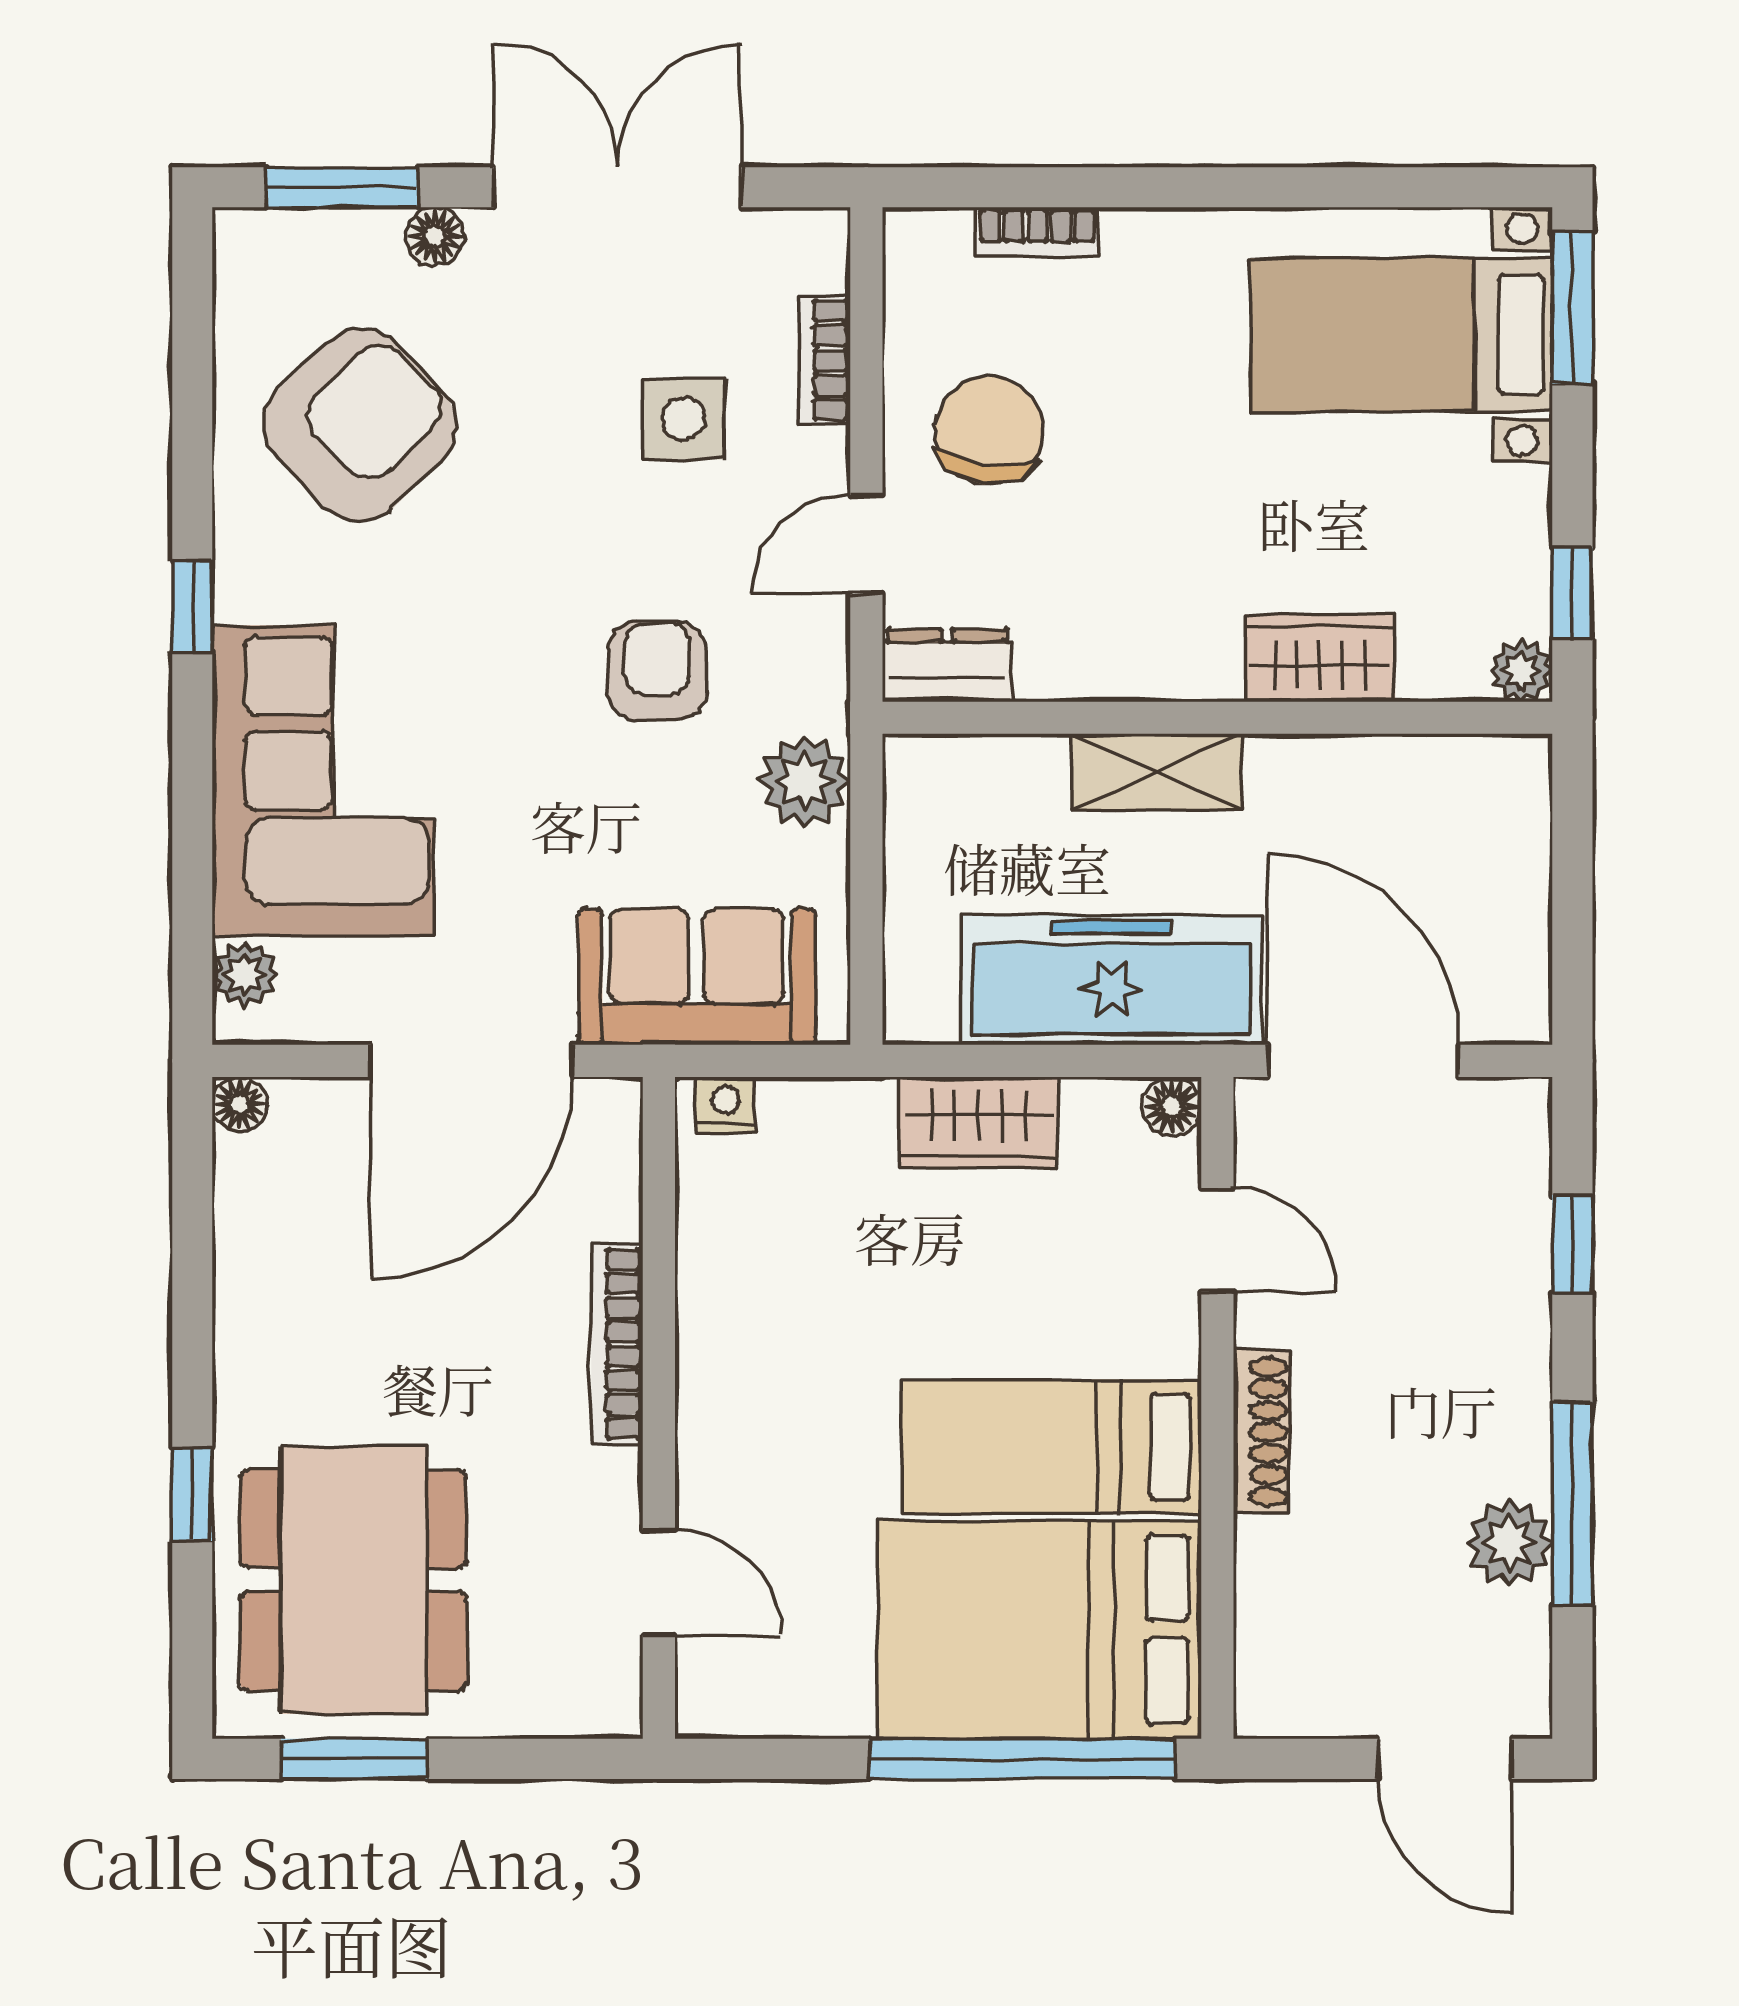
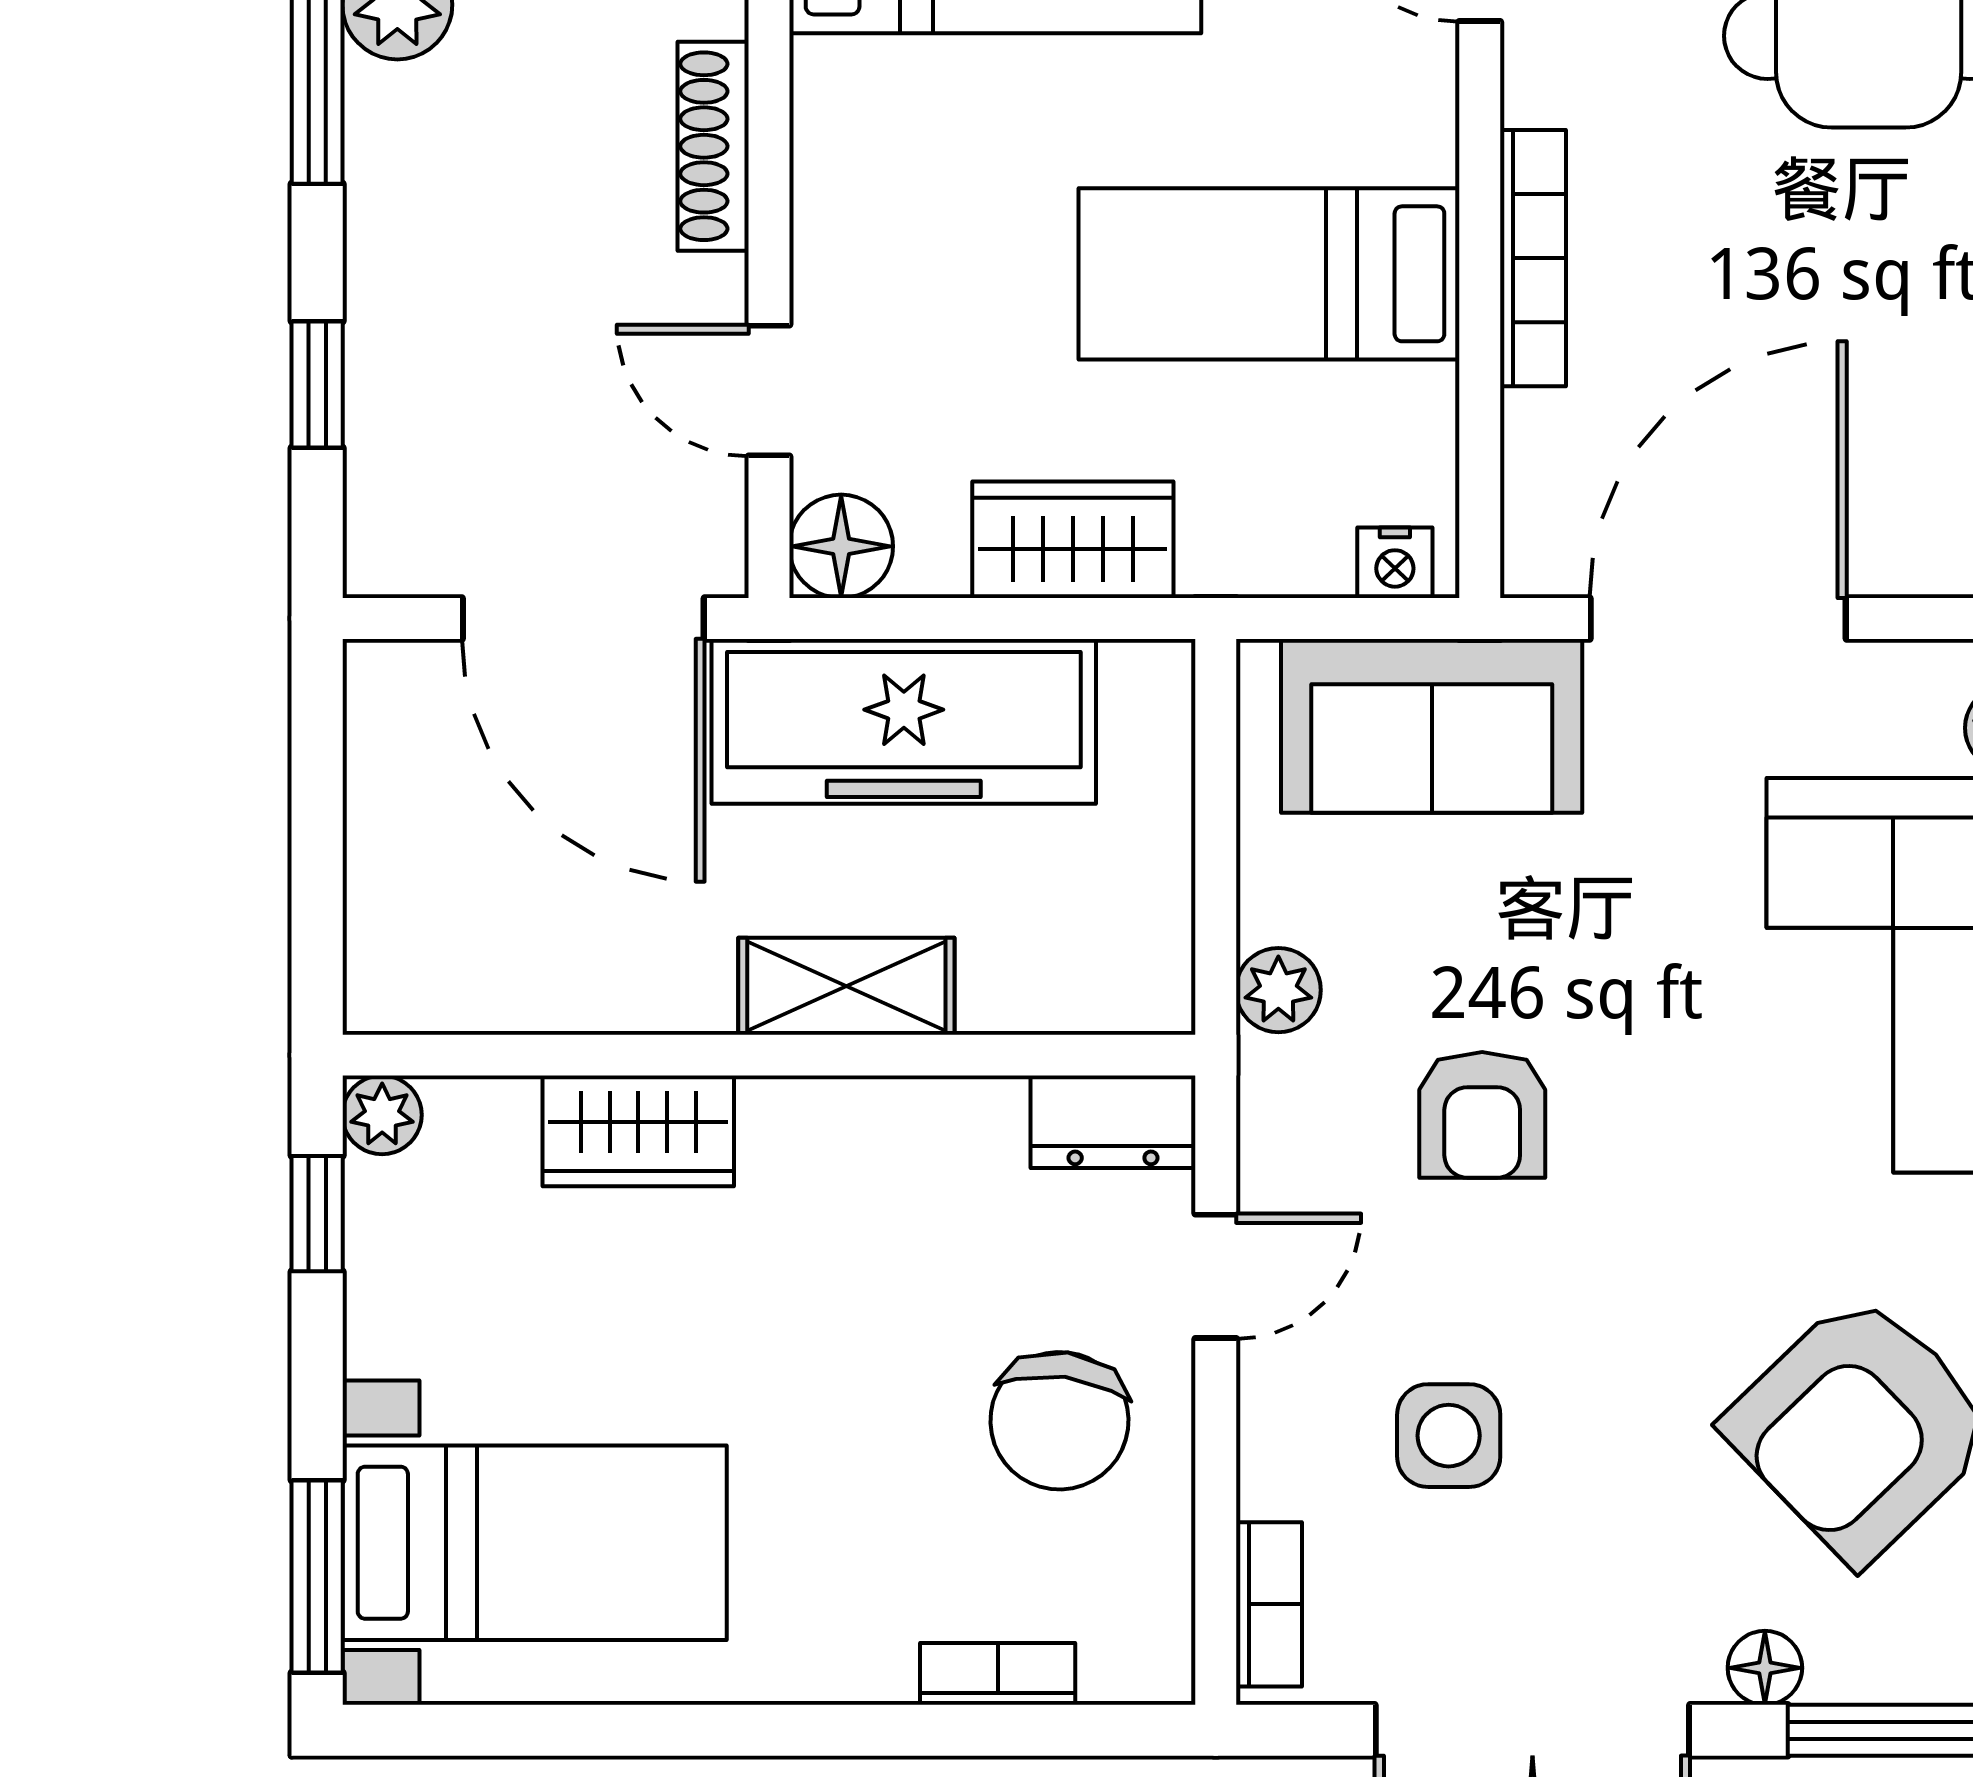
bookcase: (825, 360) -> (1269, 1604), moved
plant: (805, 781) -> (1278, 990), width x0.73, depth x0.73
floor lamp: (1172, 1106) -> (841, 546), width x1.37, depth x1.37
bed: (1052, 1447) -> (1269, 274), moved, turned 180

